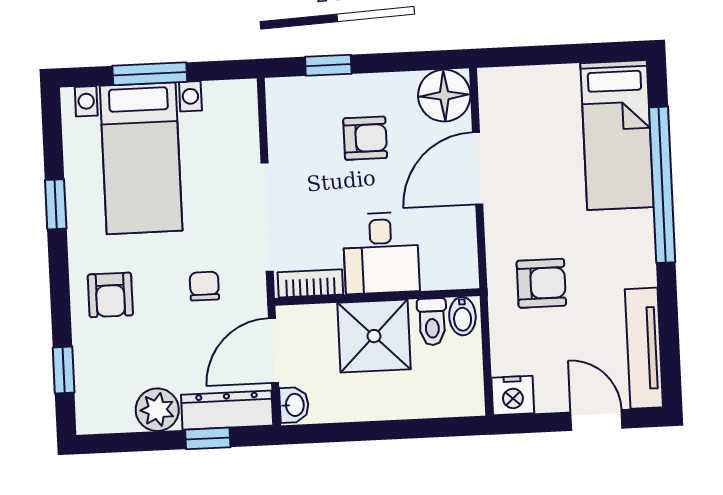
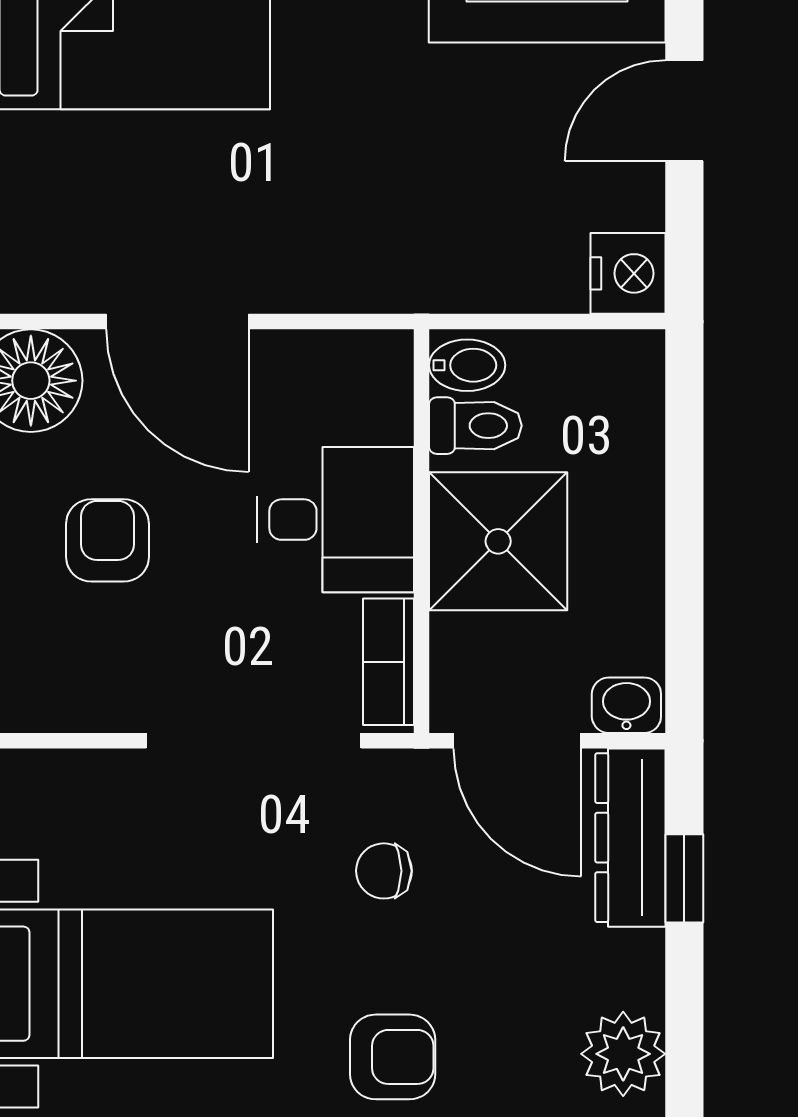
armchair: (541, 283) -> (410, 207), removed
plant: (157, 410) -> (623, 1054), moved

